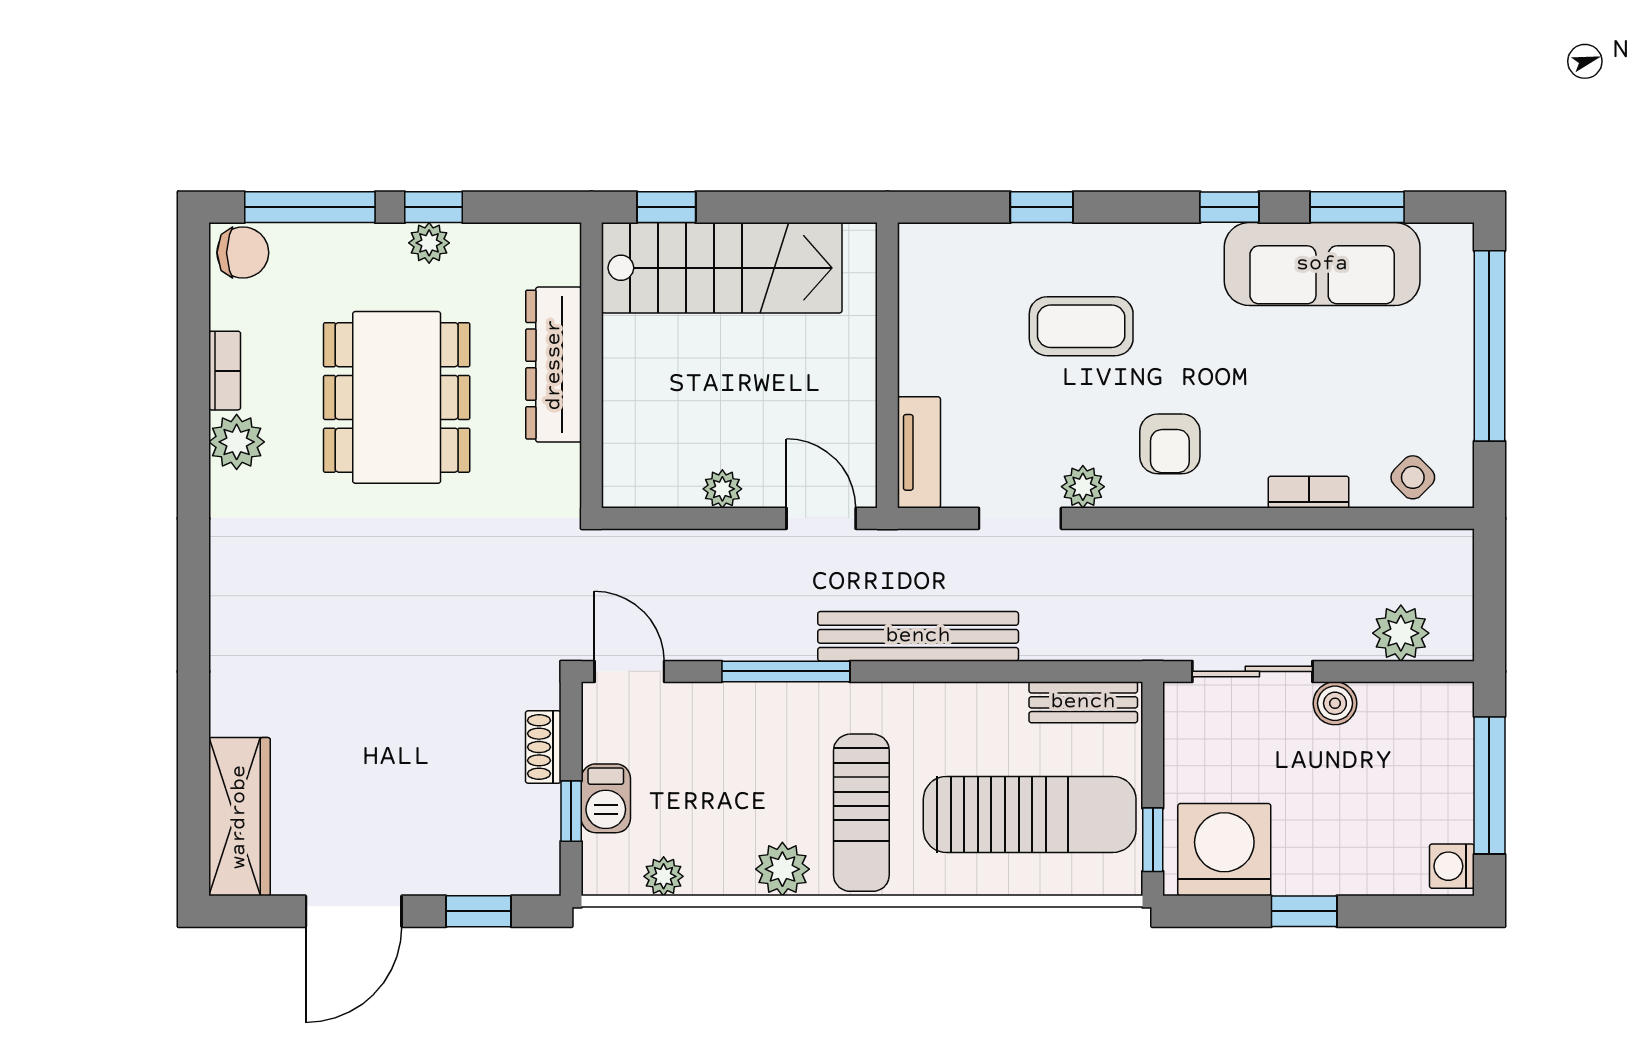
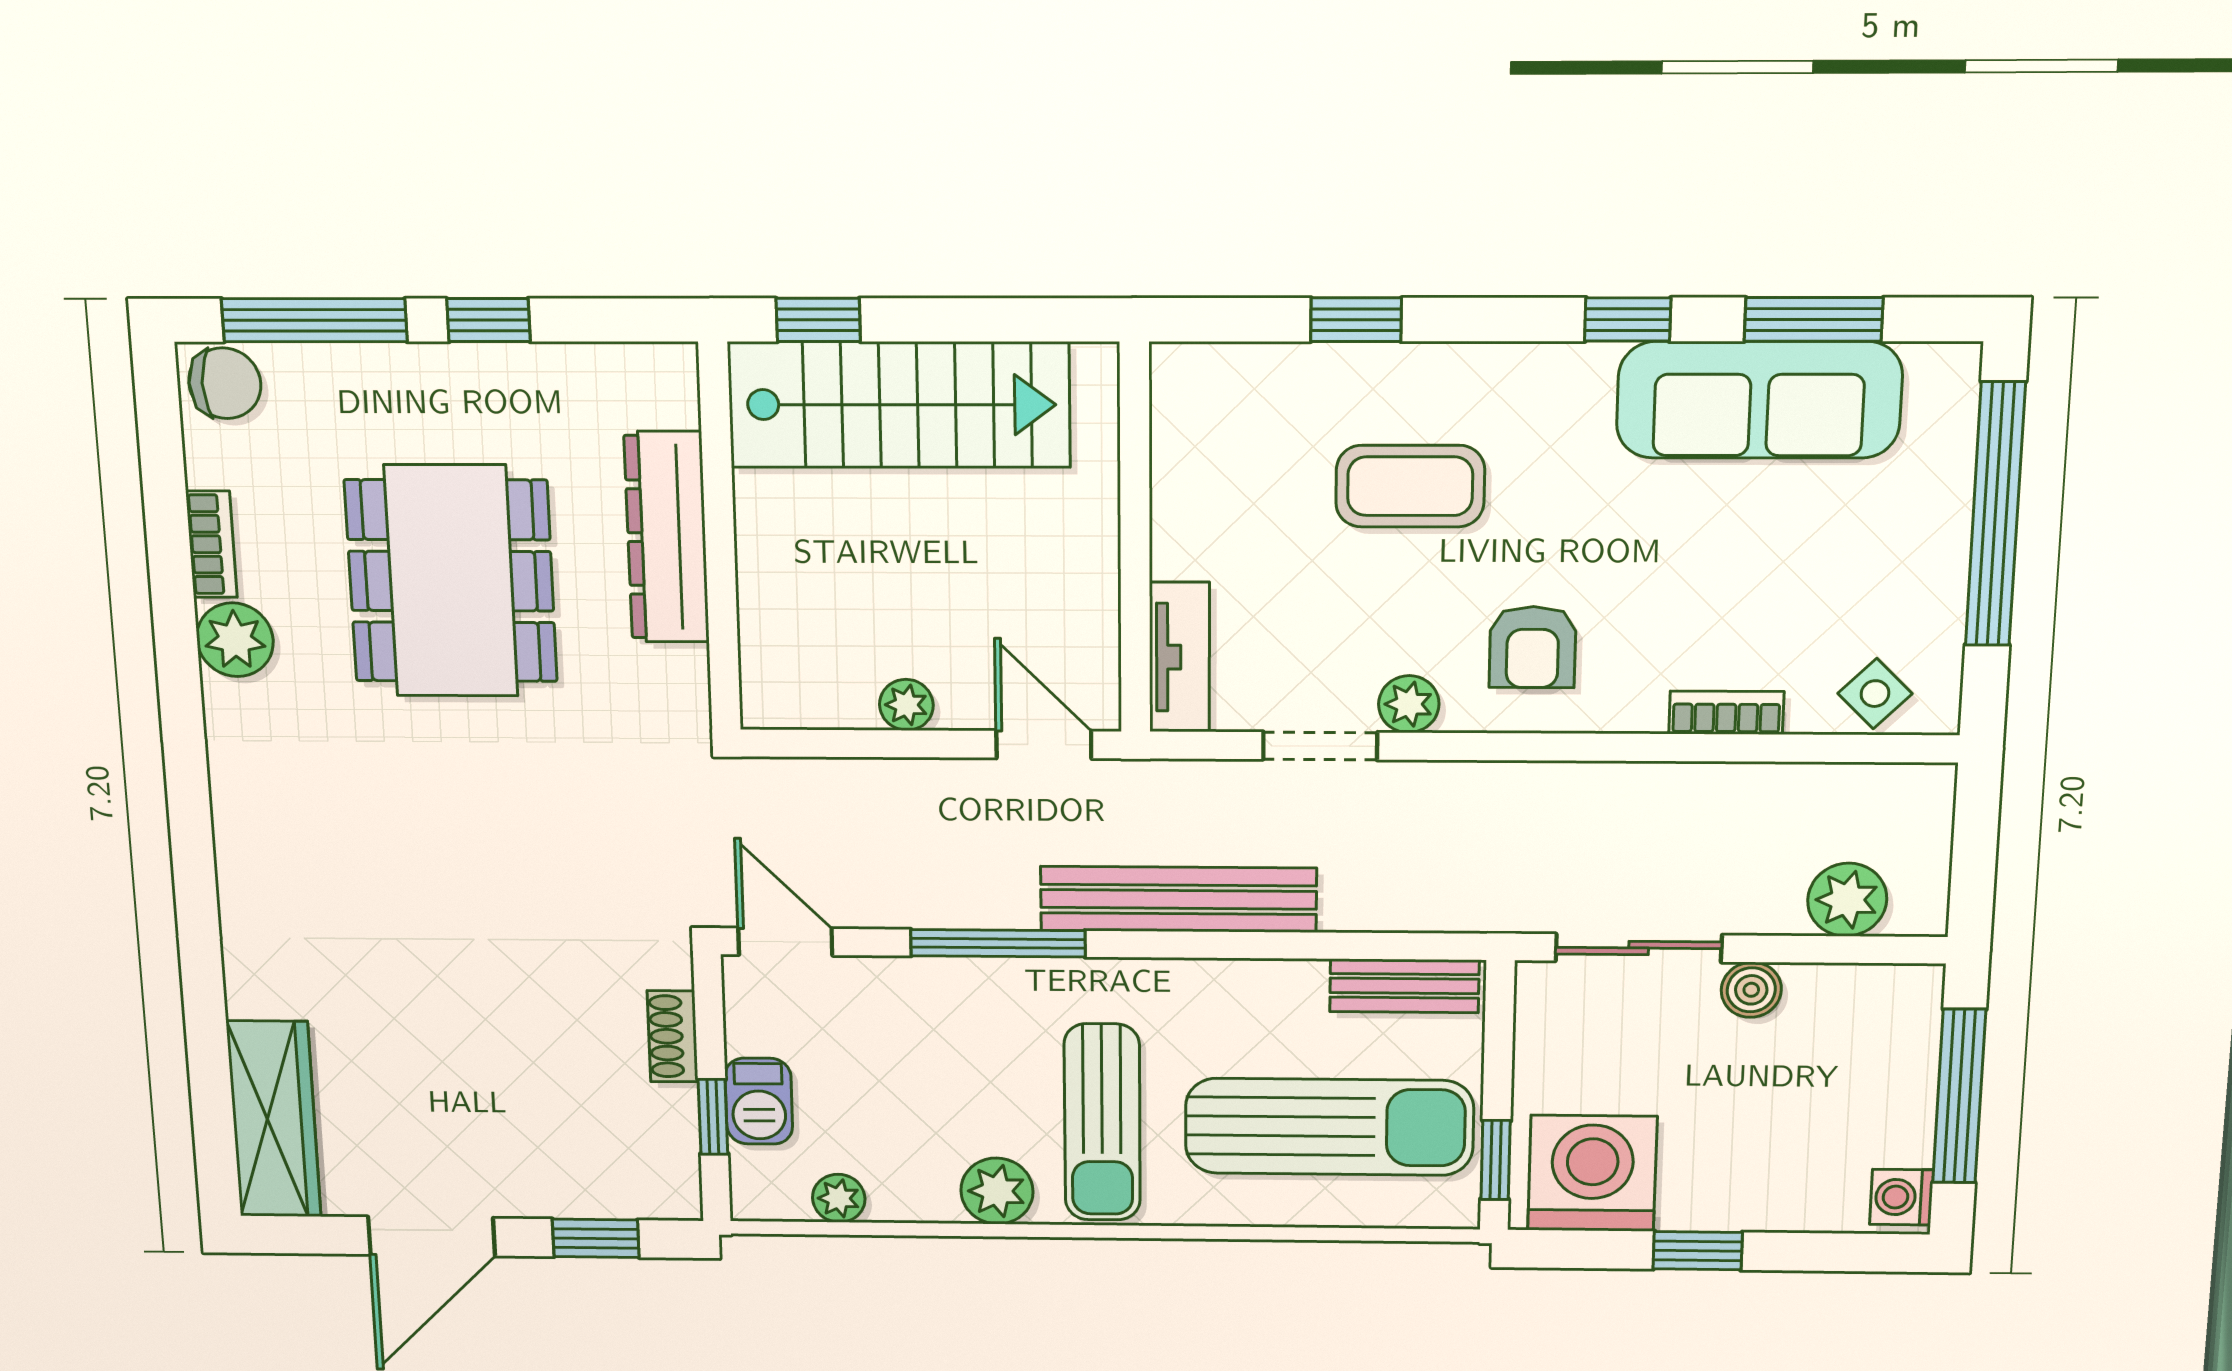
plant: (429, 243) -> (485, 370), removed

